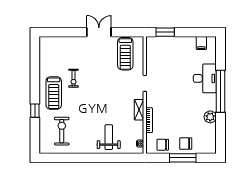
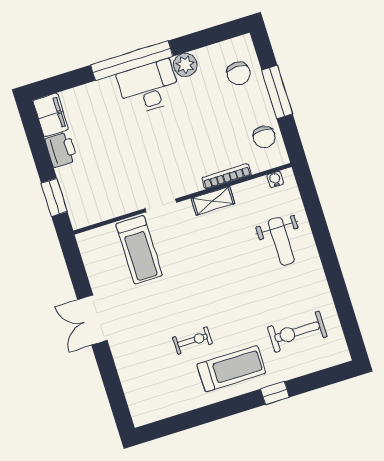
printer: (188, 43) -> (61, 150), added
filing cabinet: (201, 43) -> (51, 115), width x2.00
treadmill: (125, 54) -> (139, 250), moved, turned 90
desk: (205, 78) -> (149, 87), moved
weight bench: (109, 137) -> (281, 241), turned -90
chair: (186, 144) -> (239, 73), moved

